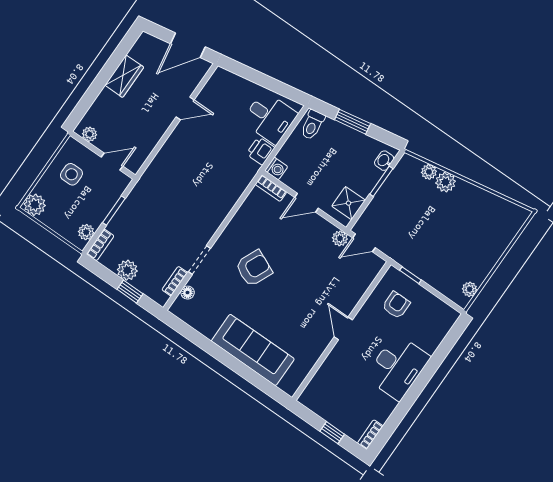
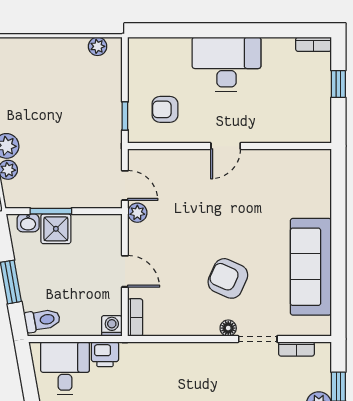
shower: (349, 203) -> (56, 229), moved
floor lamp: (188, 293) -> (228, 328), moved
sofa: (253, 350) -> (311, 267), moved

